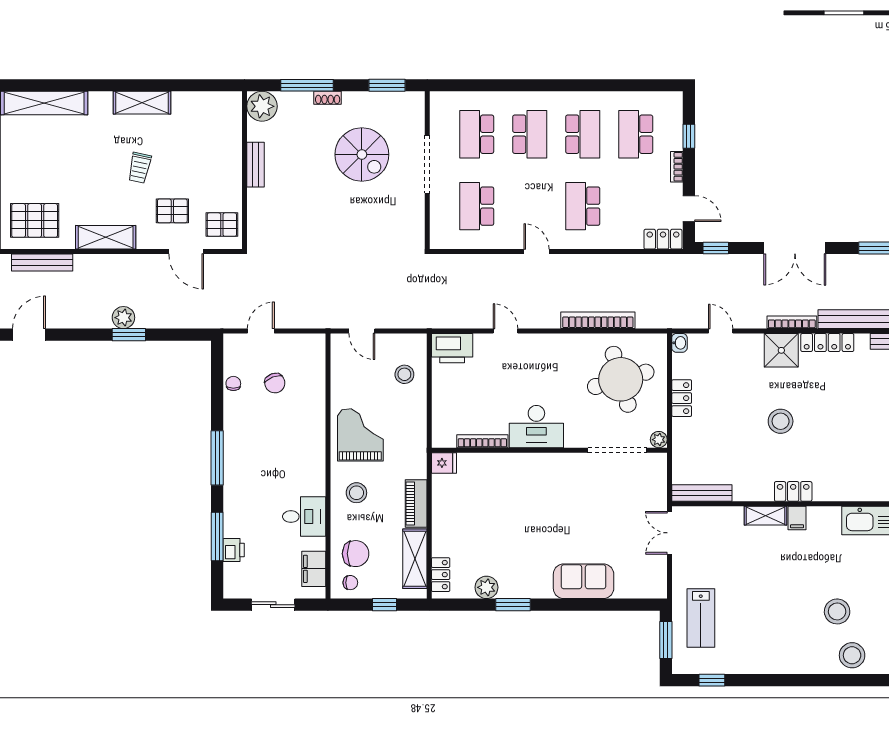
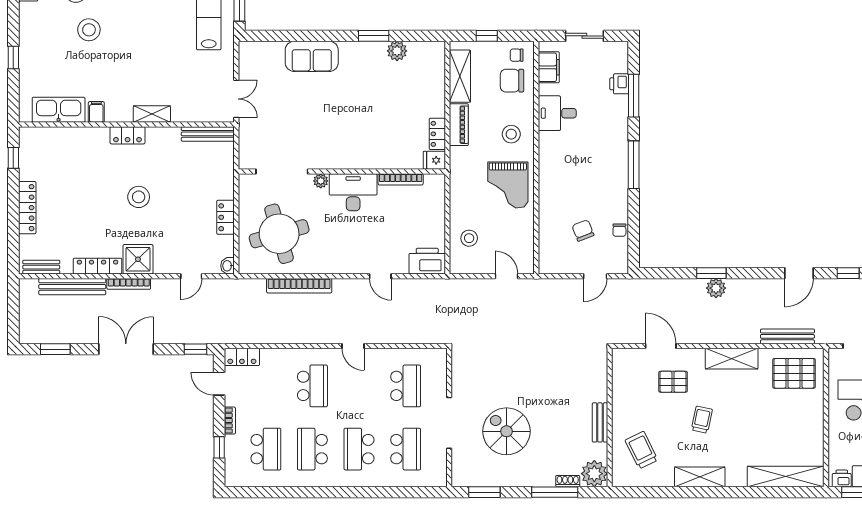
shoe rack: (328, 98) -> (568, 481), moved
trolley: (208, 133) -> (641, 450), added
pallet: (222, 225) -> (629, 370), removed
door: (721, 331) -> (191, 276), hinge flipped
plant: (659, 440) -> (321, 181), moved
filing cabinet: (797, 518) -> (96, 112), moved
locker: (441, 575) -> (437, 134), moved

